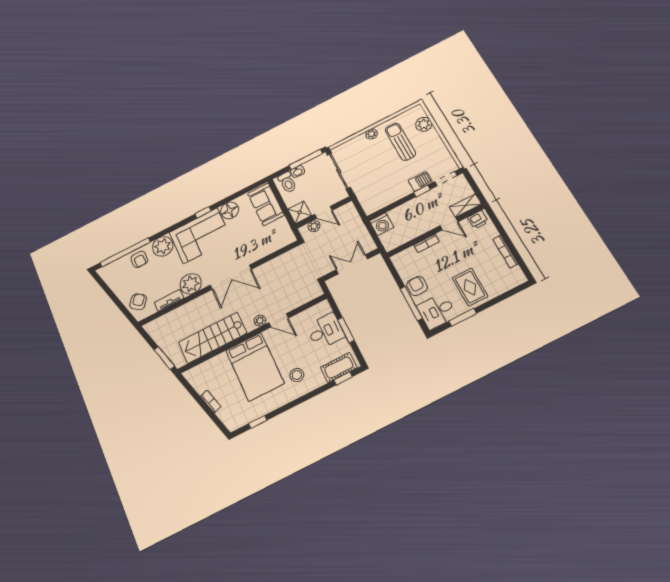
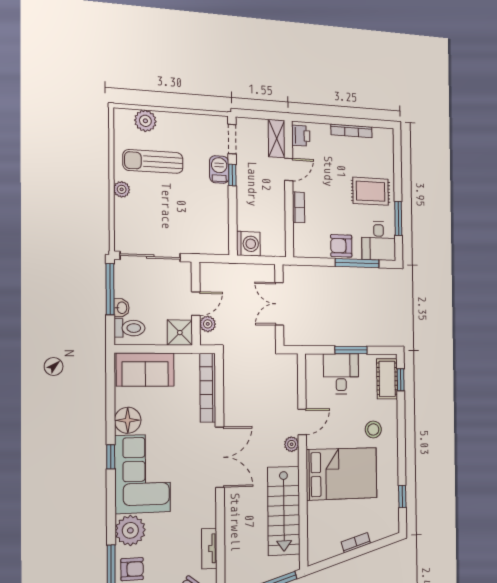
bookcase: (272, 247) -> (208, 388), added
plant: (191, 284) -> (202, 512), removed

